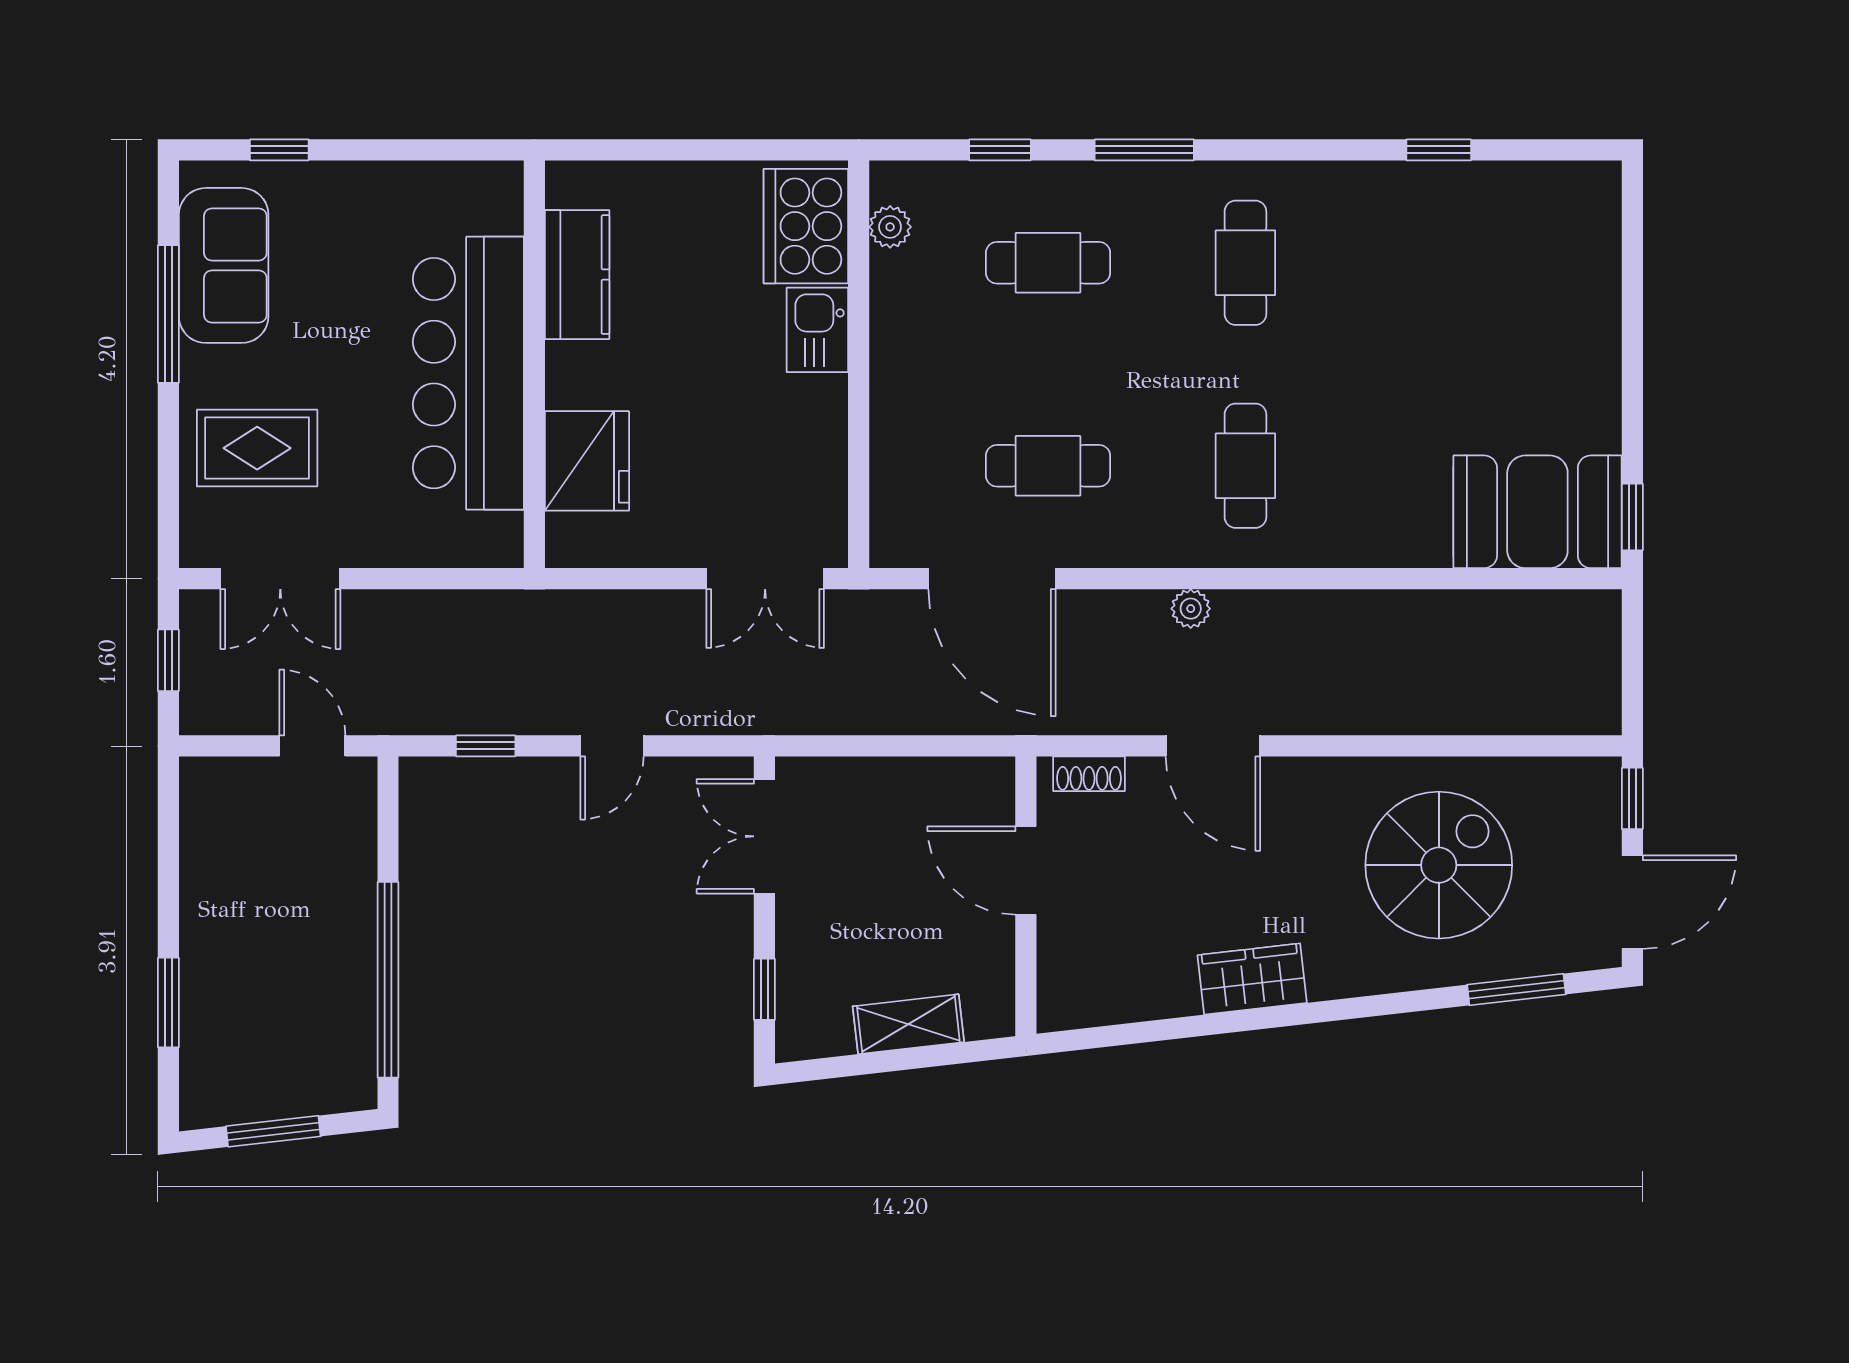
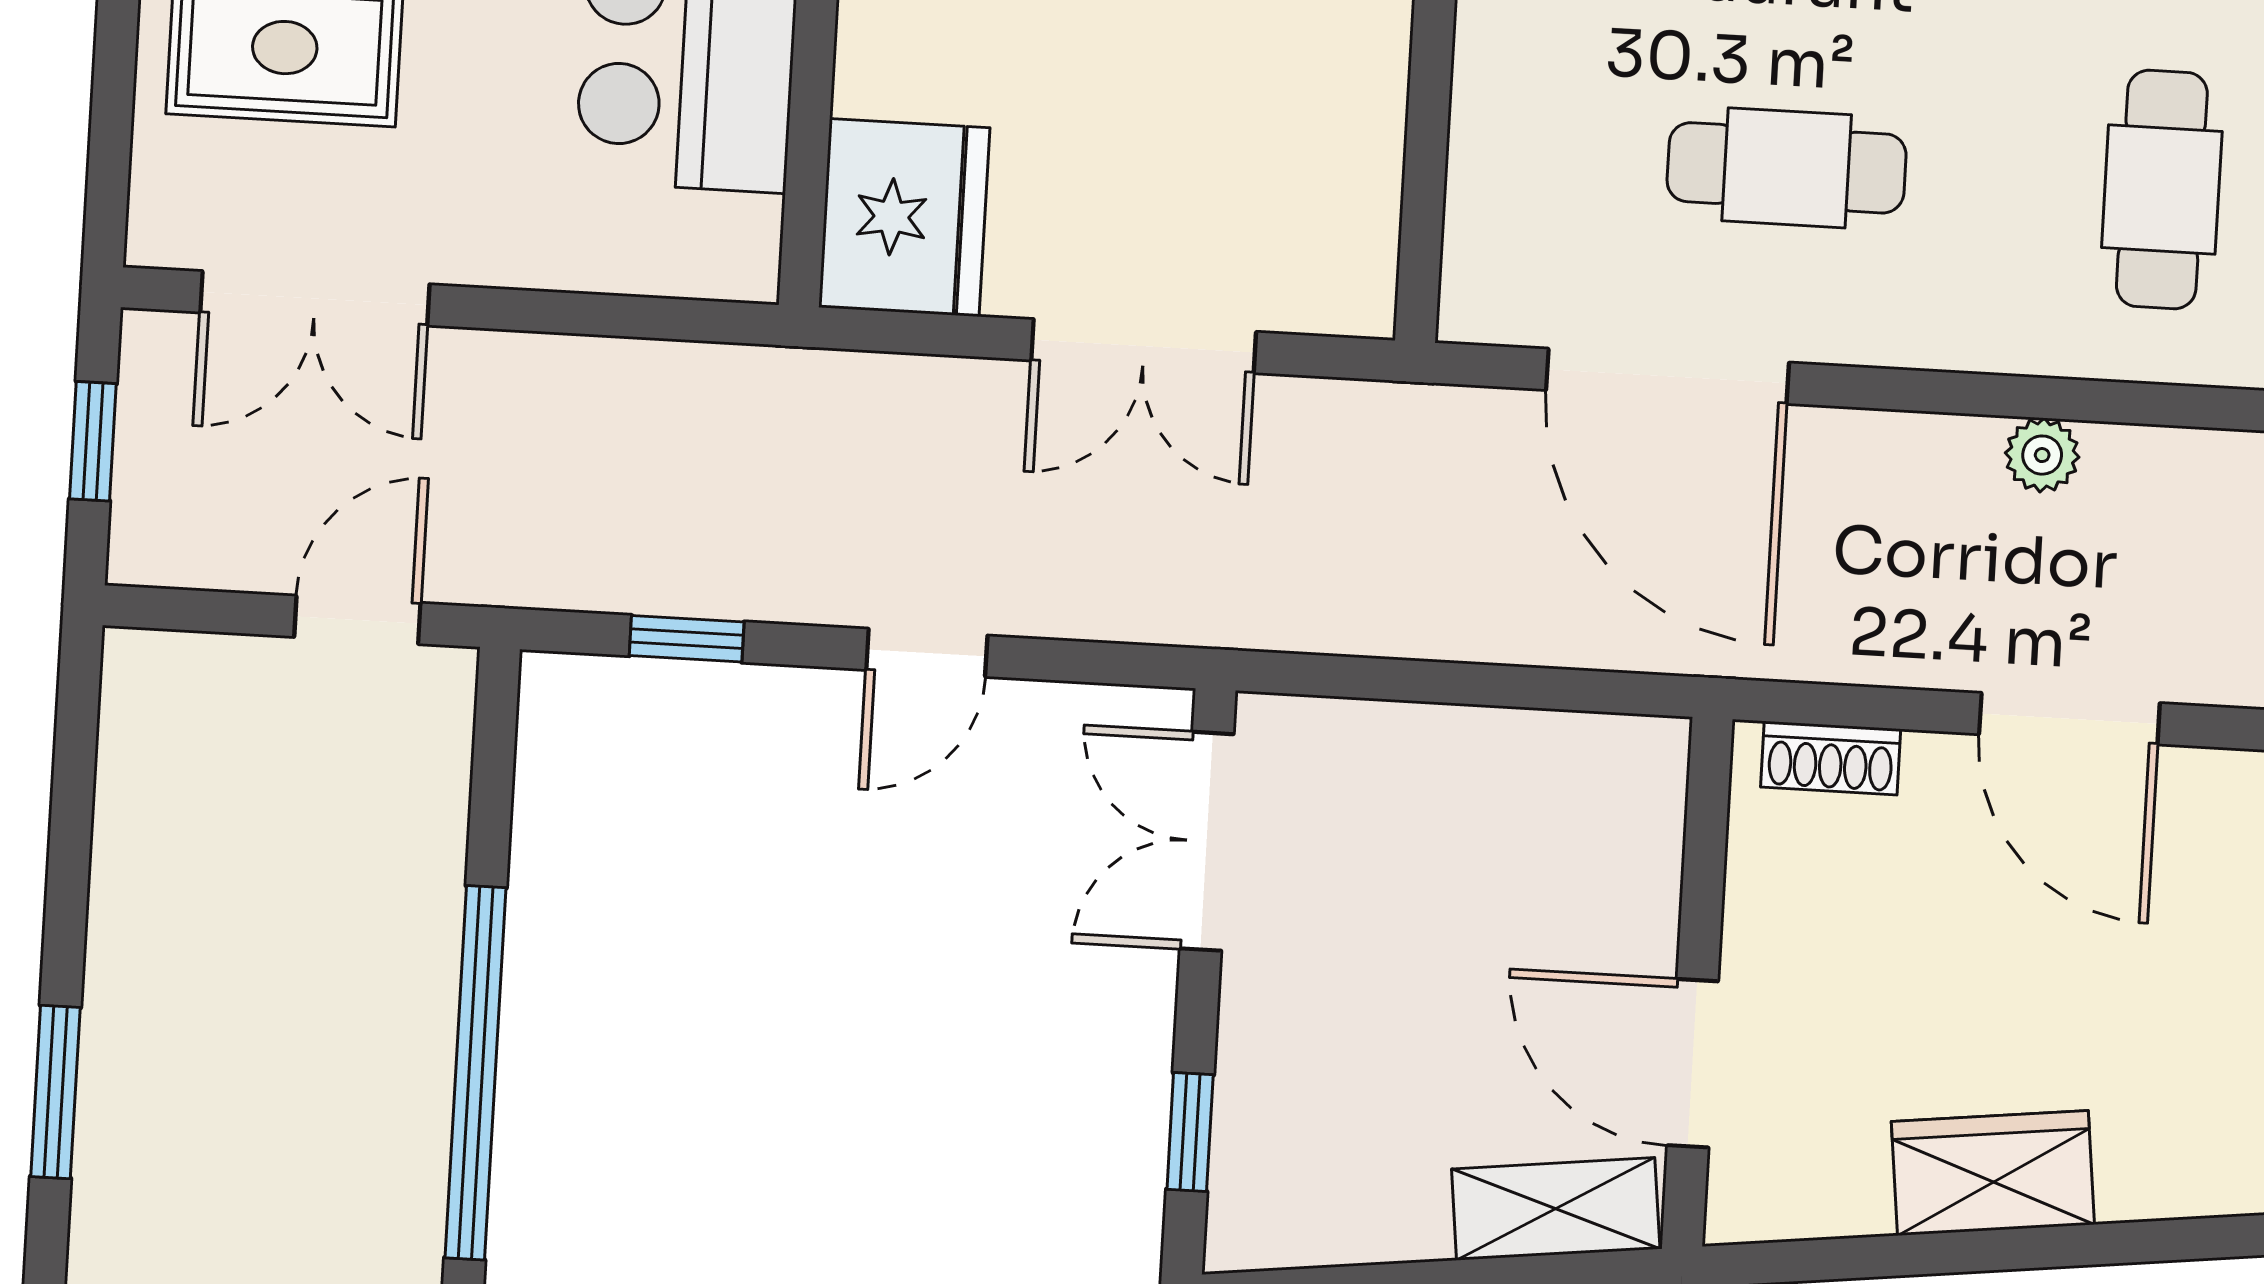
fridge: (587, 461) -> (904, 217), moved
double door: (765, 579) -> (1144, 346), moved
door: (312, 746) -> (357, 620), hinge flipped
door: (1026, 871) -> (1693, 1063), moved
wardrobe: (1252, 979) -> (1993, 1173), moved
shelving: (908, 1024) -> (1556, 1209), moved

